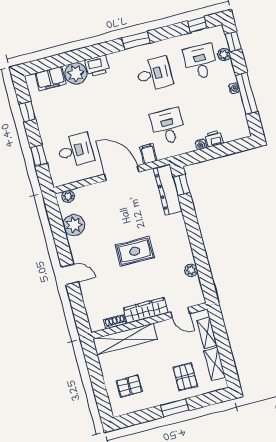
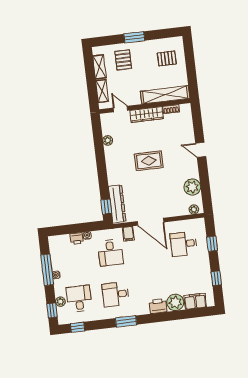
desk: (200, 62) -> (79, 299), turned 180

